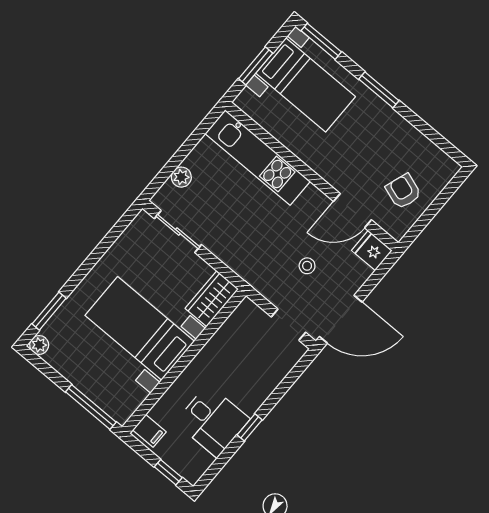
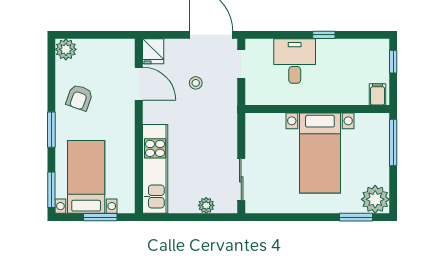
plant: (444, 168) -> (66, 49), added
armchair: (403, 191) -> (79, 98), moved
wardrobe: (212, 299) -> (265, 124), removed
plant: (39, 345) -> (375, 199), width x1.87, depth x1.87
desk: (212, 421) -> (295, 61), moved

